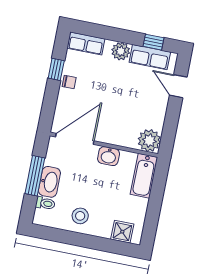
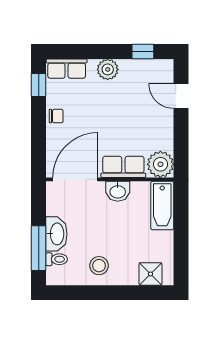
row of seats: (150, 57) -> (123, 167), moved, turned 180
window: (56, 69) -> (39, 85), moved
window: (35, 176) -> (39, 248), moved

